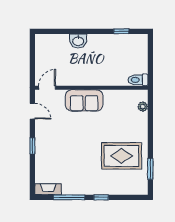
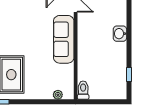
sofa: (84, 100) -> (64, 39), width x1.36

